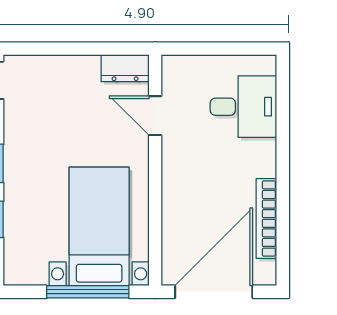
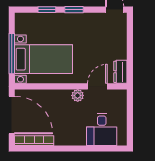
plant: (174, 156) -> (78, 95), added
bookcase: (266, 218) -> (34, 141), moved

